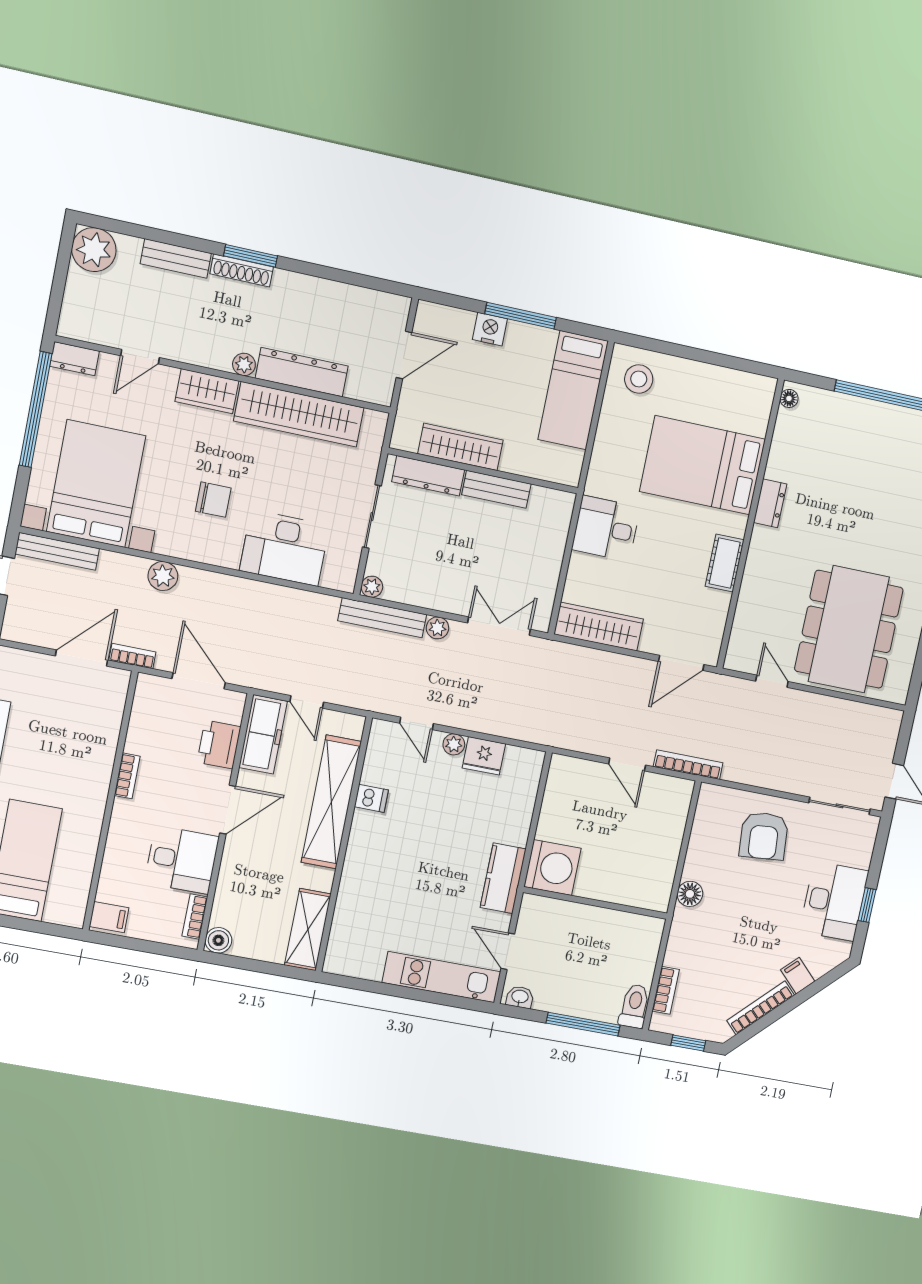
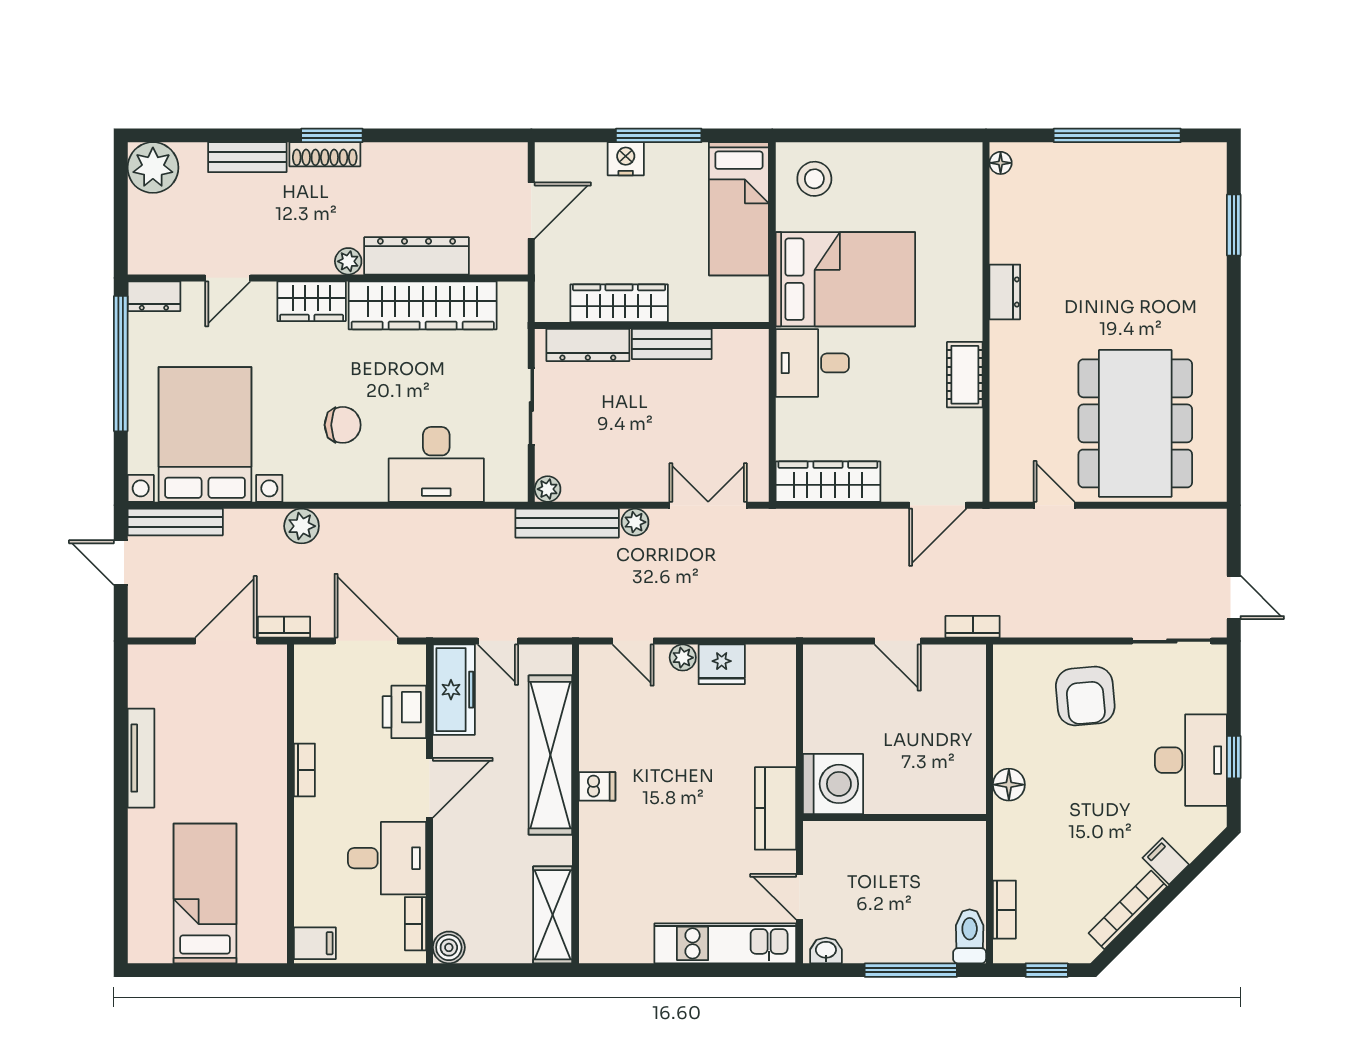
bed: (703, 465) -> (845, 279), moved, turned 180
bookcase: (688, 765) -> (973, 627), width x0.64
dishwasher: (371, 798) -> (597, 786), moved

